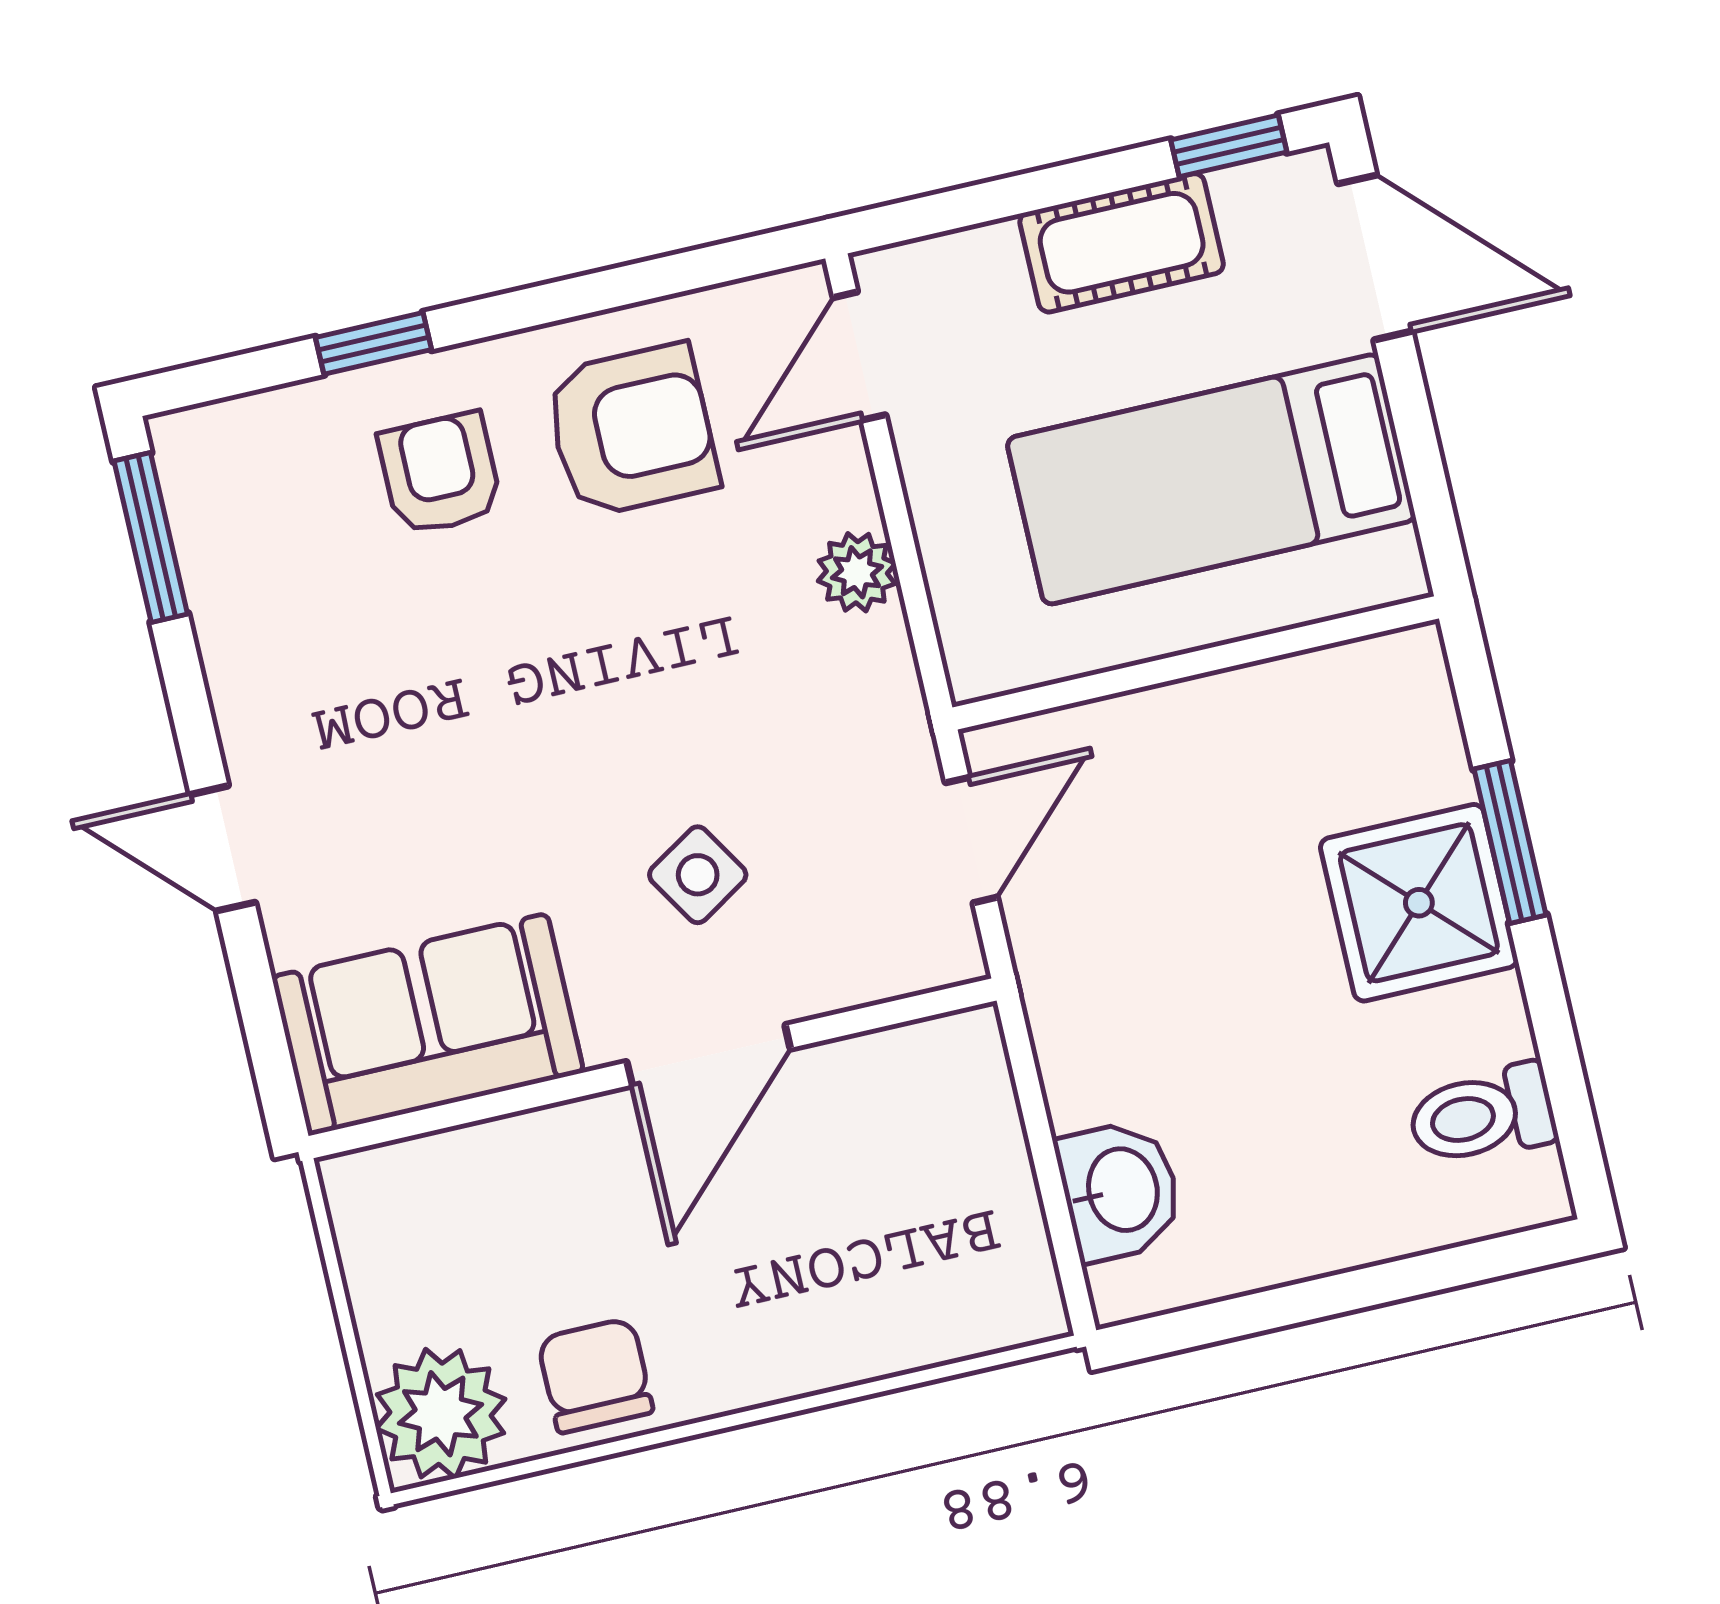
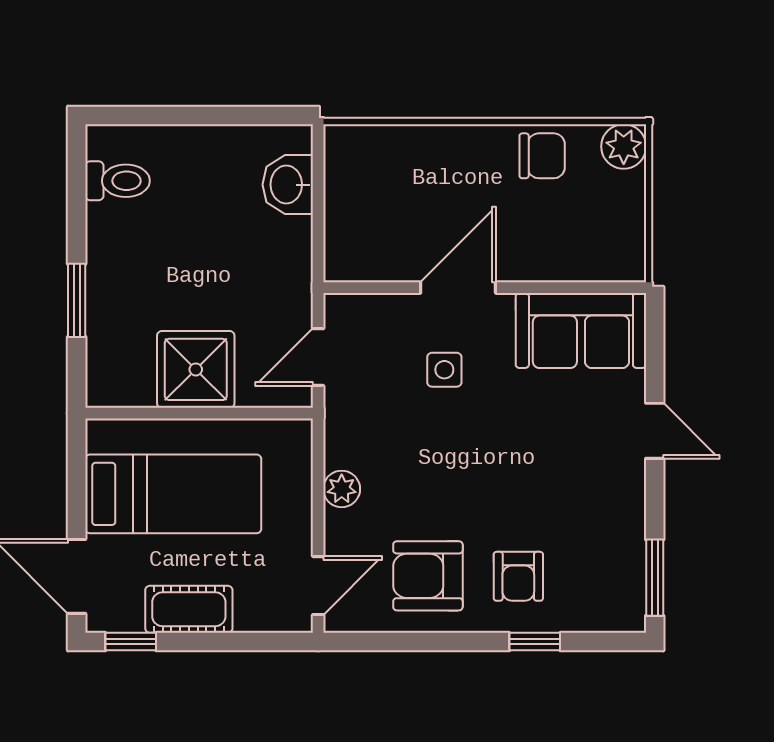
side table: (698, 875) -> (444, 370), turned 32
shower: (1419, 903) -> (196, 369), moved
chair: (595, 1376) -> (542, 156), turned -90
plant: (440, 1414) -> (624, 146), width x0.73, depth x0.73

